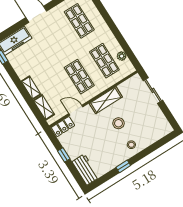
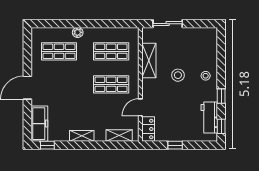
plant: (122, 56) -> (78, 32), moved
shelving: (31, 88) -> (82, 136), moved
shelving: (106, 100) -> (149, 60), moved
workbench: (86, 170) -> (209, 118), moved, turned -90
window: (100, 181) -> (221, 126), added

